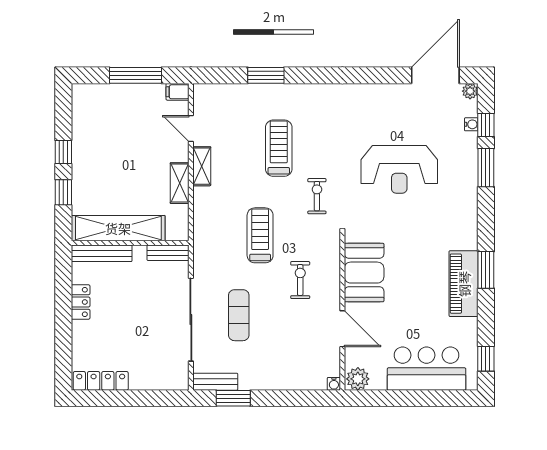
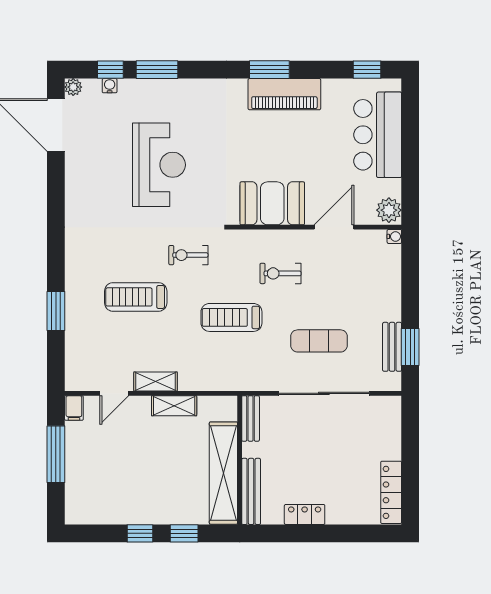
bench: (215, 382) -> (392, 347), moved

